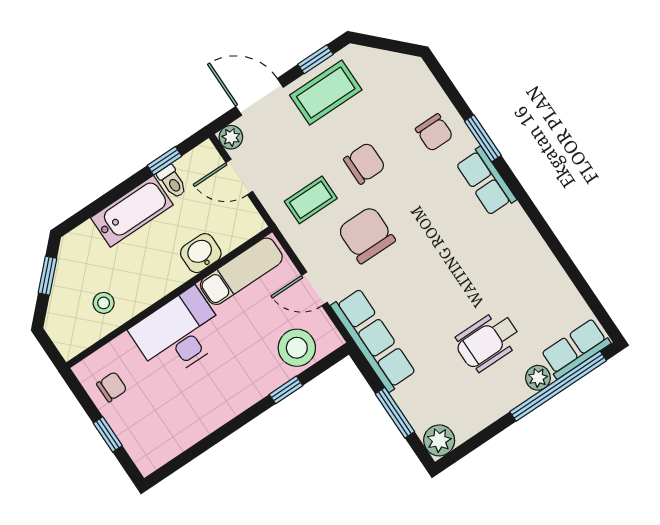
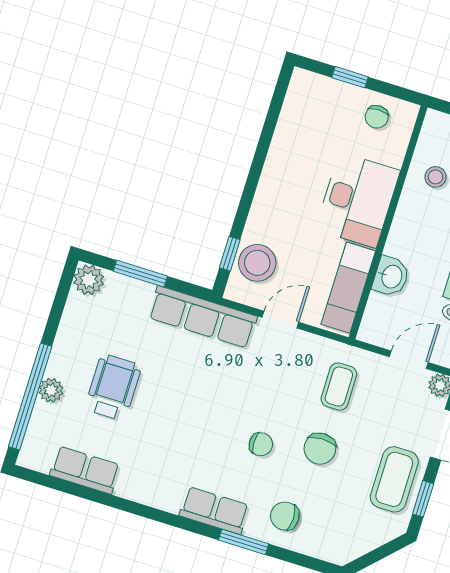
chair: (366, 235) -> (261, 444), moved, width x0.54, depth x0.54
row of seats: (575, 349) -> (85, 470), moved, turned -90
window: (286, 390) -> (230, 254), moved

